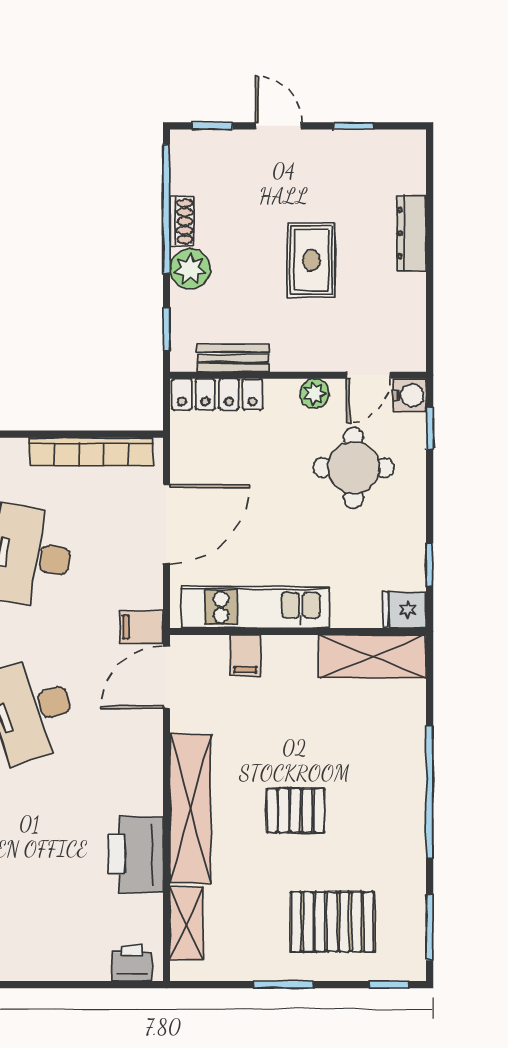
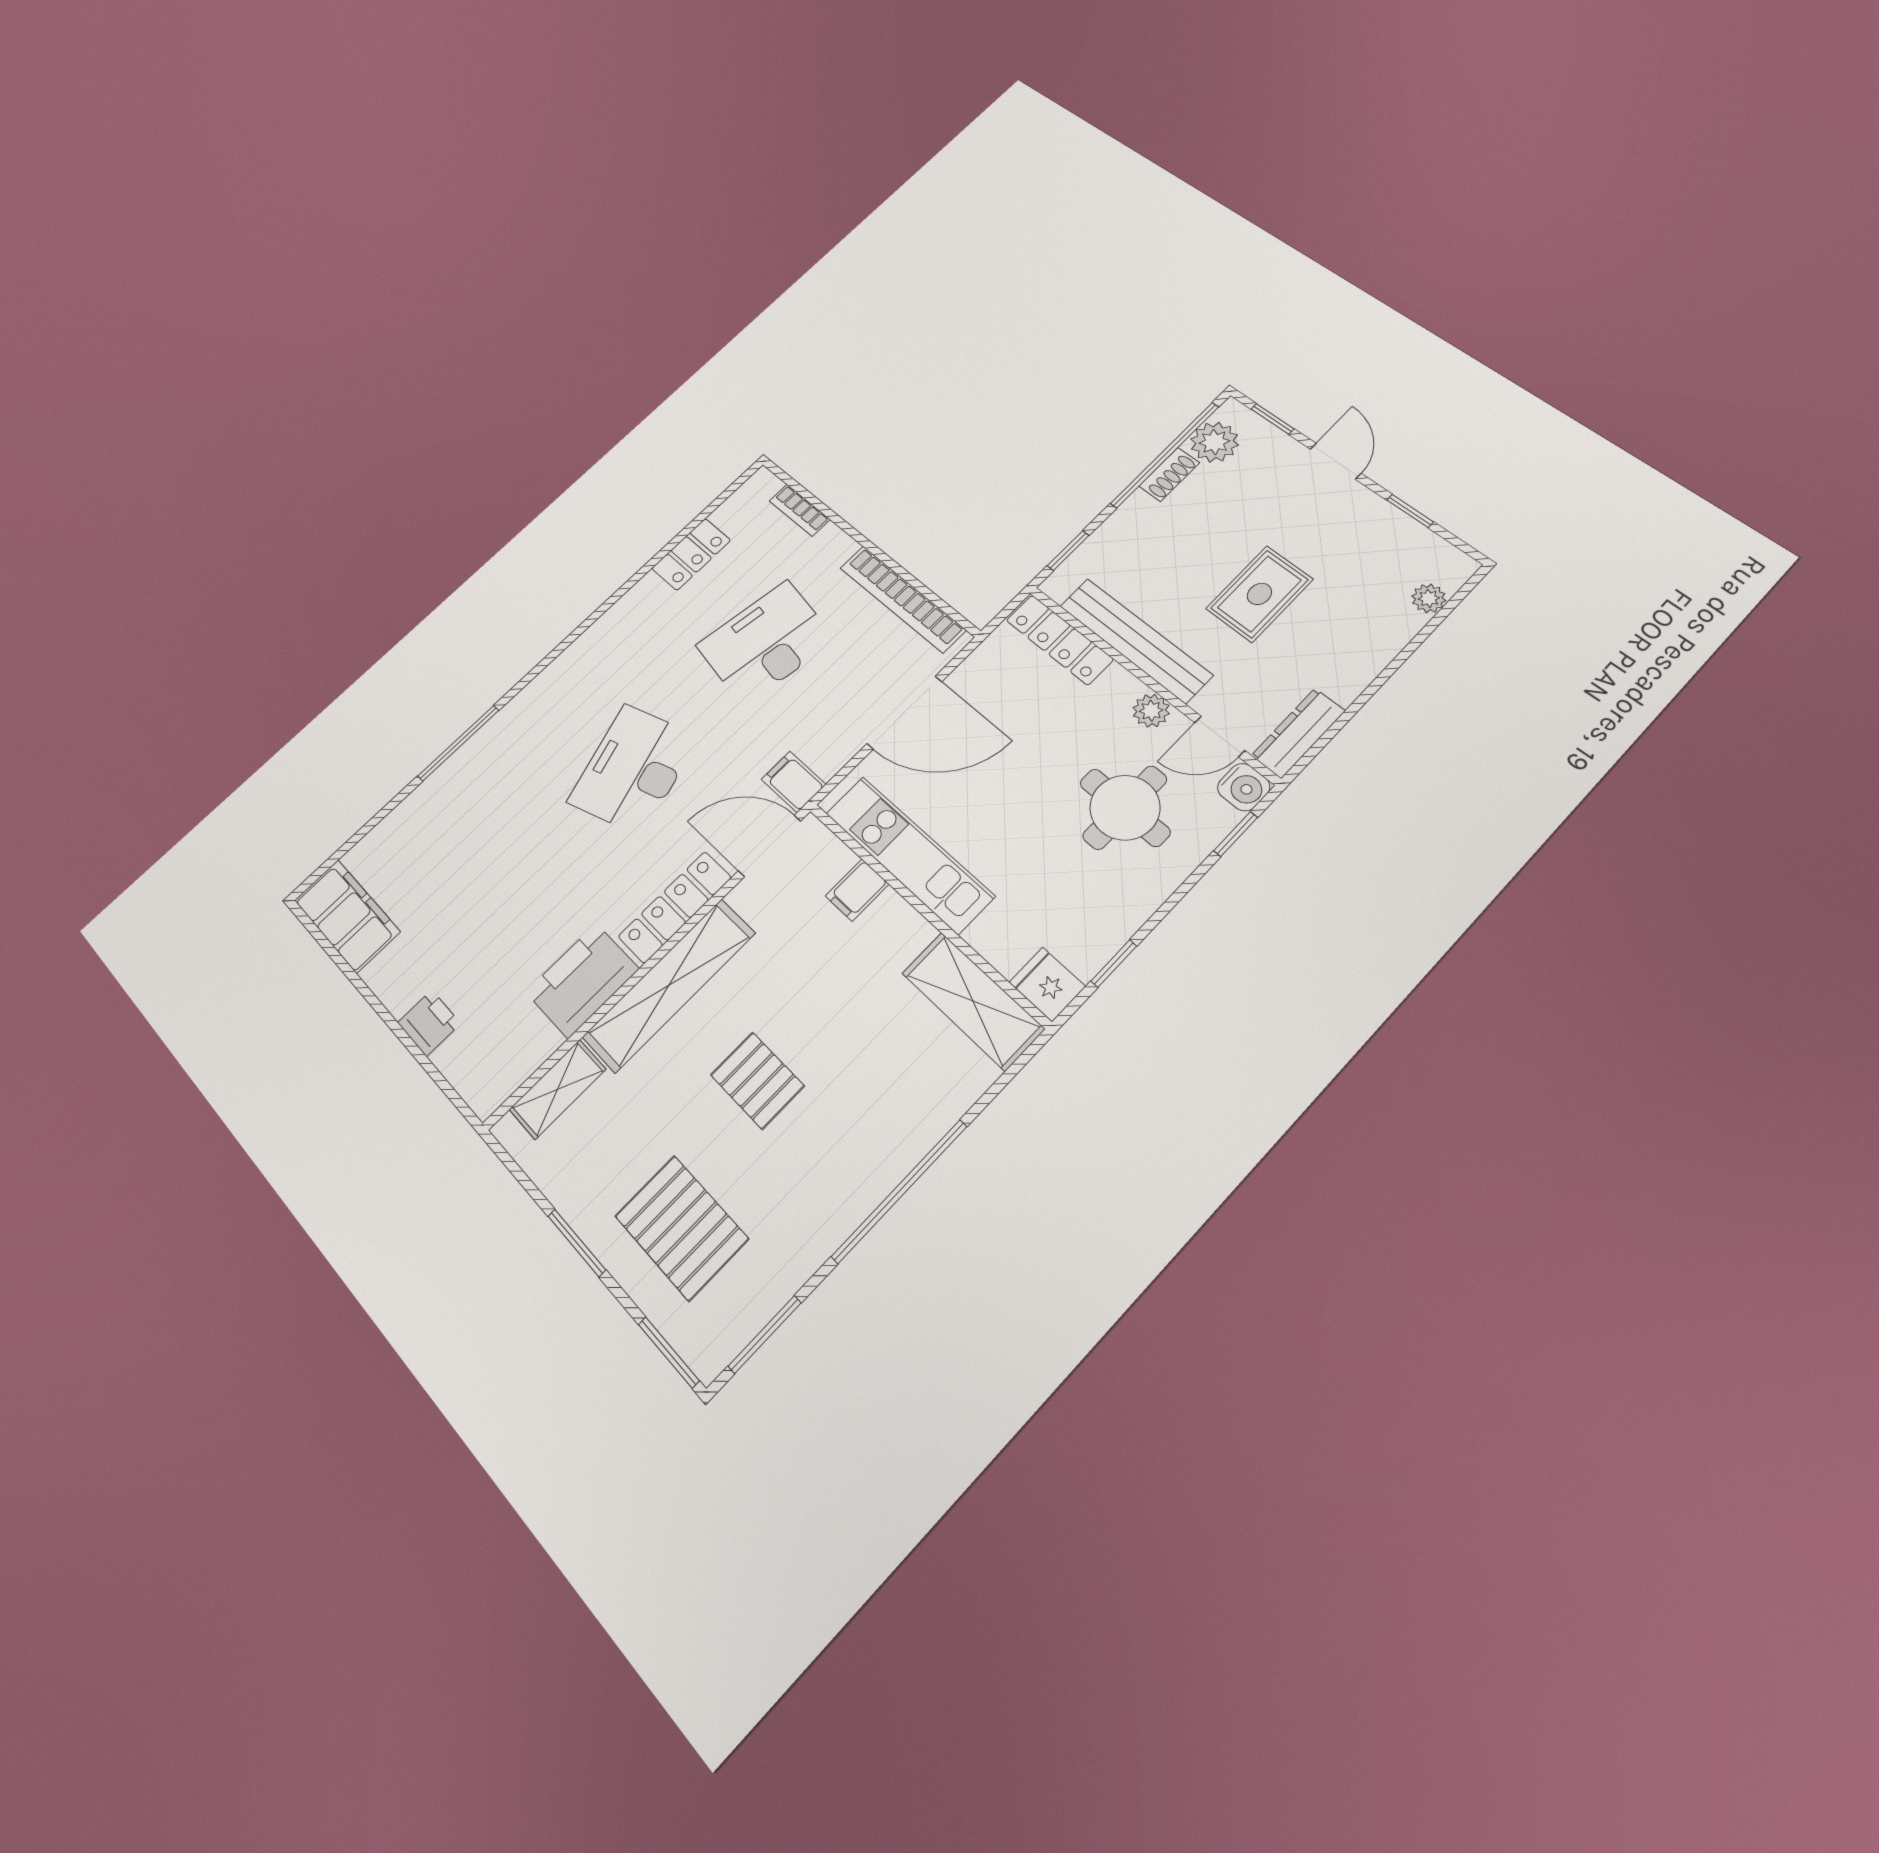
plant: (413, 180) -> (1429, 598), added
dresser: (411, 233) -> (1298, 733), moved
plant: (190, 269) -> (1214, 442), moved
bench: (233, 358) -> (1136, 640), width x1.86, depth x1.21
locker: (147, 764) -> (675, 907), added
printer: (132, 963) -> (429, 1023), moved
window: (389, 985) -> (669, 1352), width x1.50

